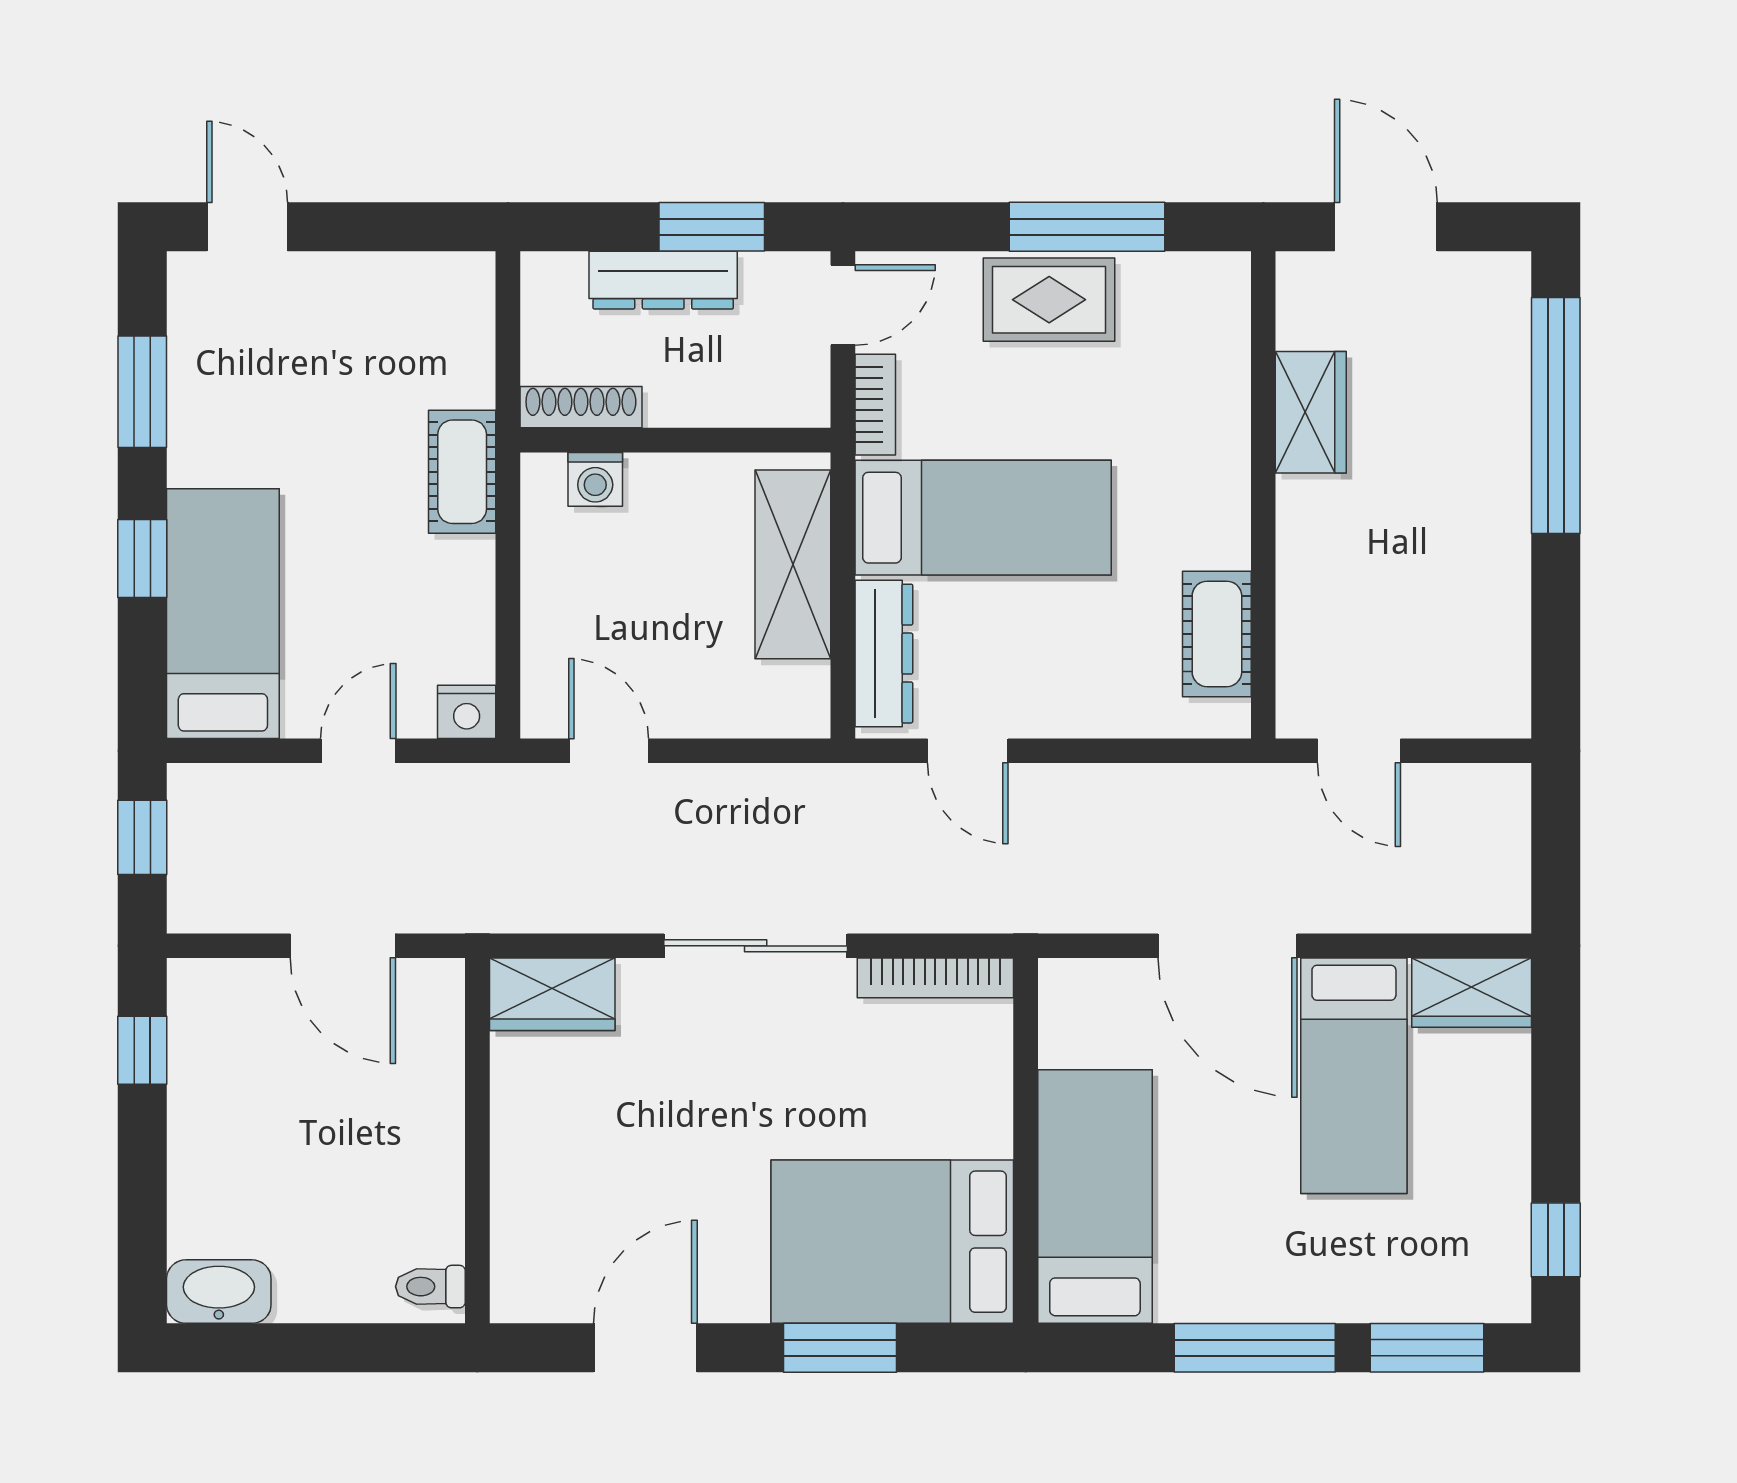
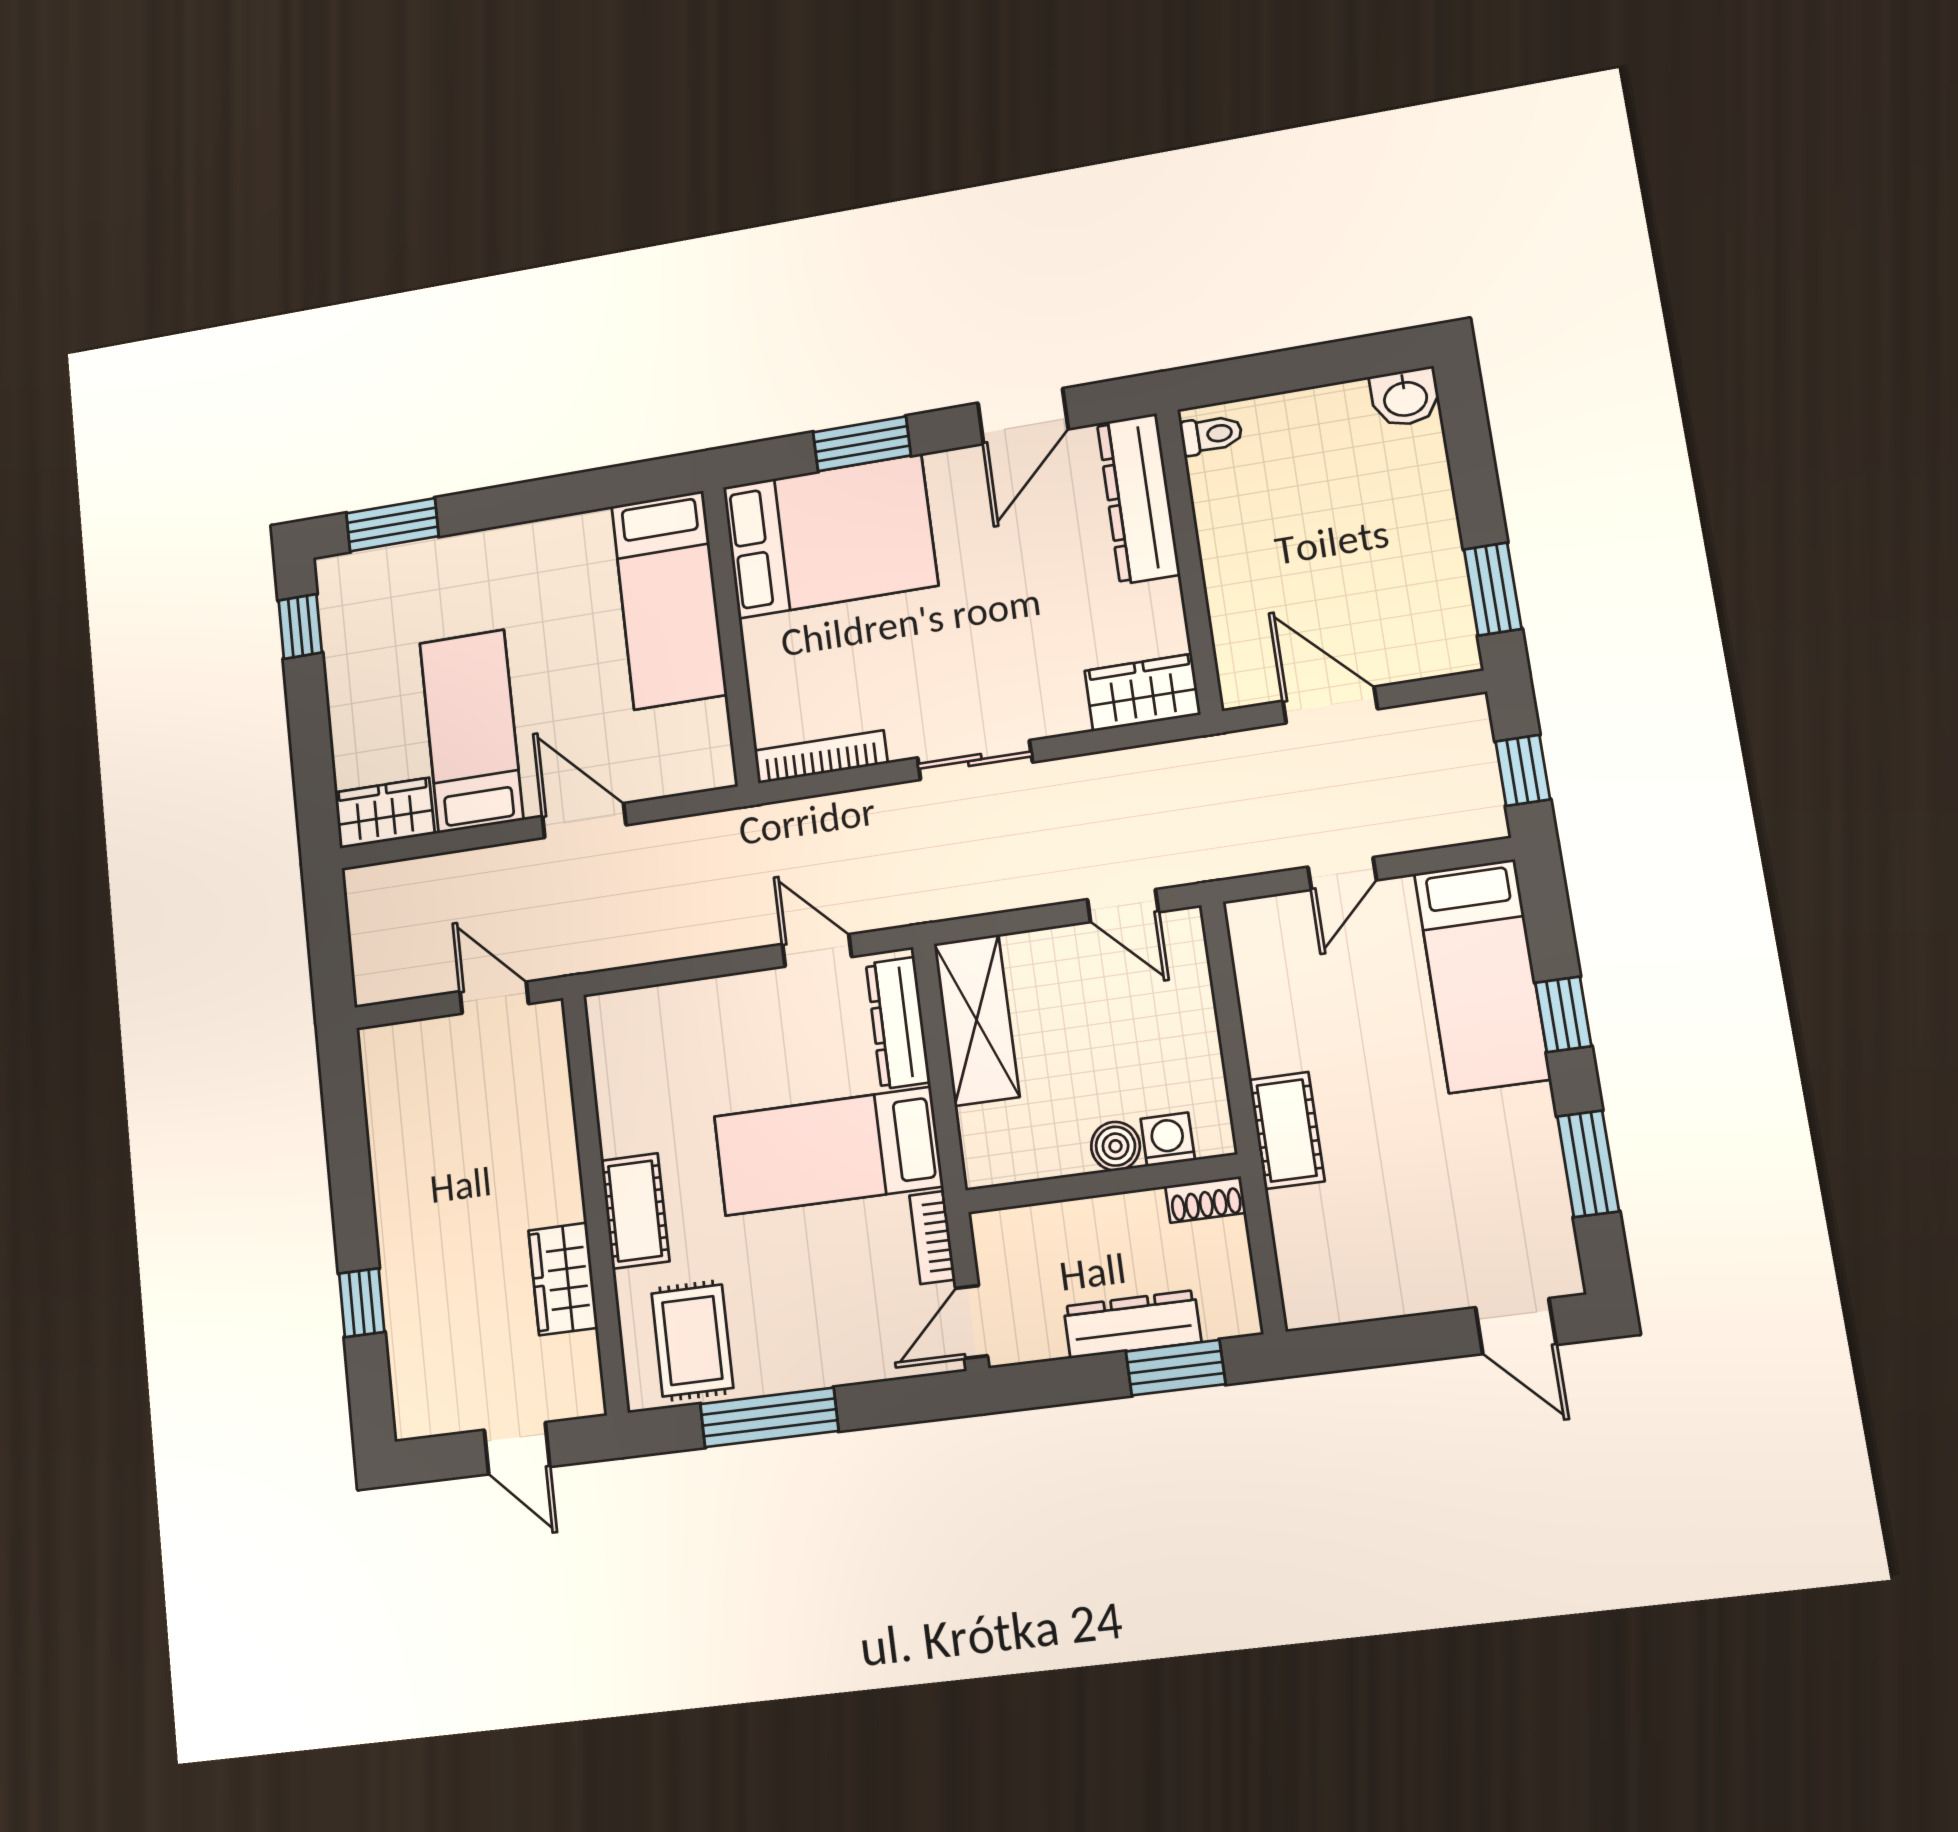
window: (712, 227) -> (1176, 1368), moved
door: (1386, 227) -> (517, 1448), width x0.73
rug: (1049, 300) -> (692, 1340), moved, turned 90
shoe rack: (581, 407) -> (1206, 1200), width x0.70
window: (1556, 415) -> (362, 1303), width x0.32
boiler: (655, 480) -> (1116, 1146), added
shelving: (793, 564) -> (977, 1020), moved
cot: (1217, 634) -> (635, 1211), moved
nightstand: (467, 712) -> (1252, 921), removed
sliding door: (756, 946) -> (975, 760), width x0.73
door: (1227, 946) -> (584, 821), width x0.73
window: (142, 1050) -> (1493, 589), width x1.50
dresser: (525, 1225) -> (1138, 499), added
washbasin: (219, 1292) -> (1405, 397), width x0.72
window: (1255, 1348) -> (528, 501), removed

